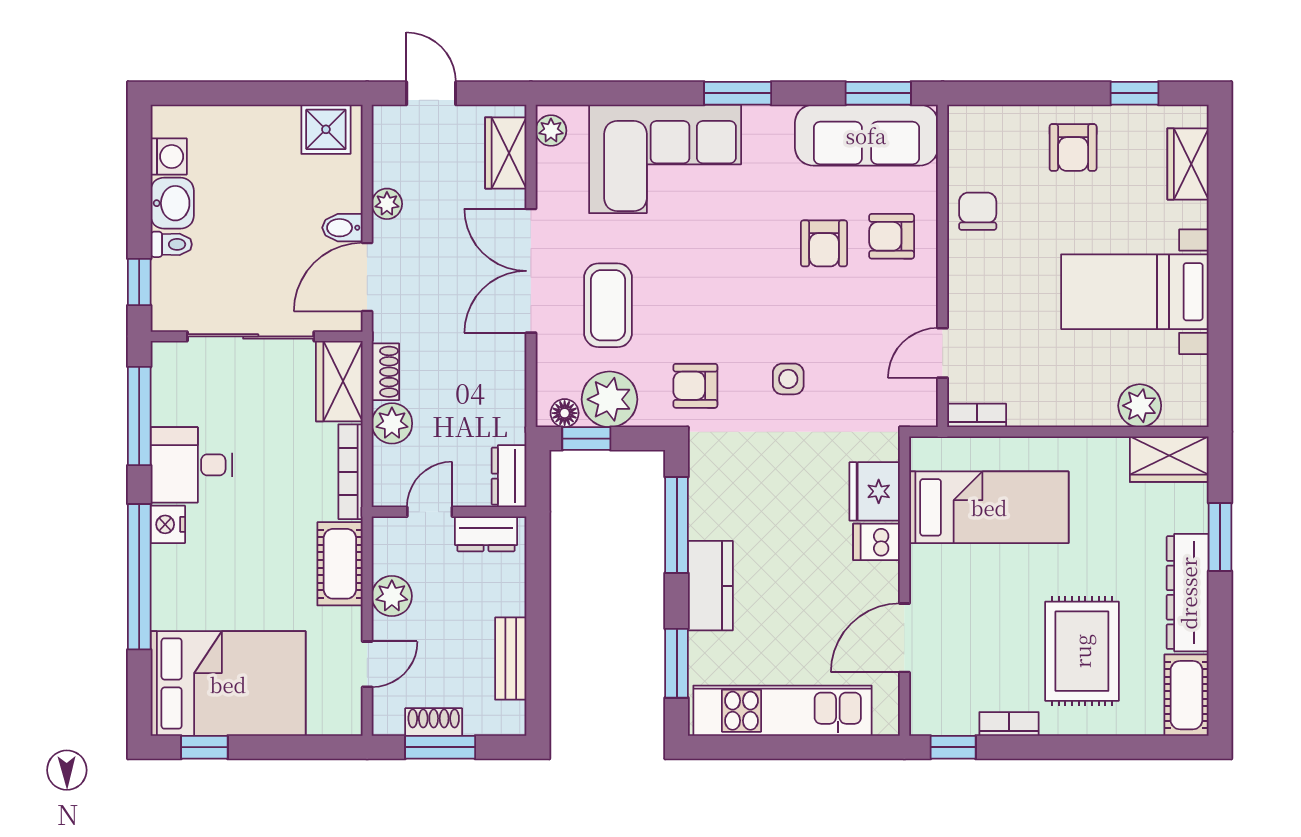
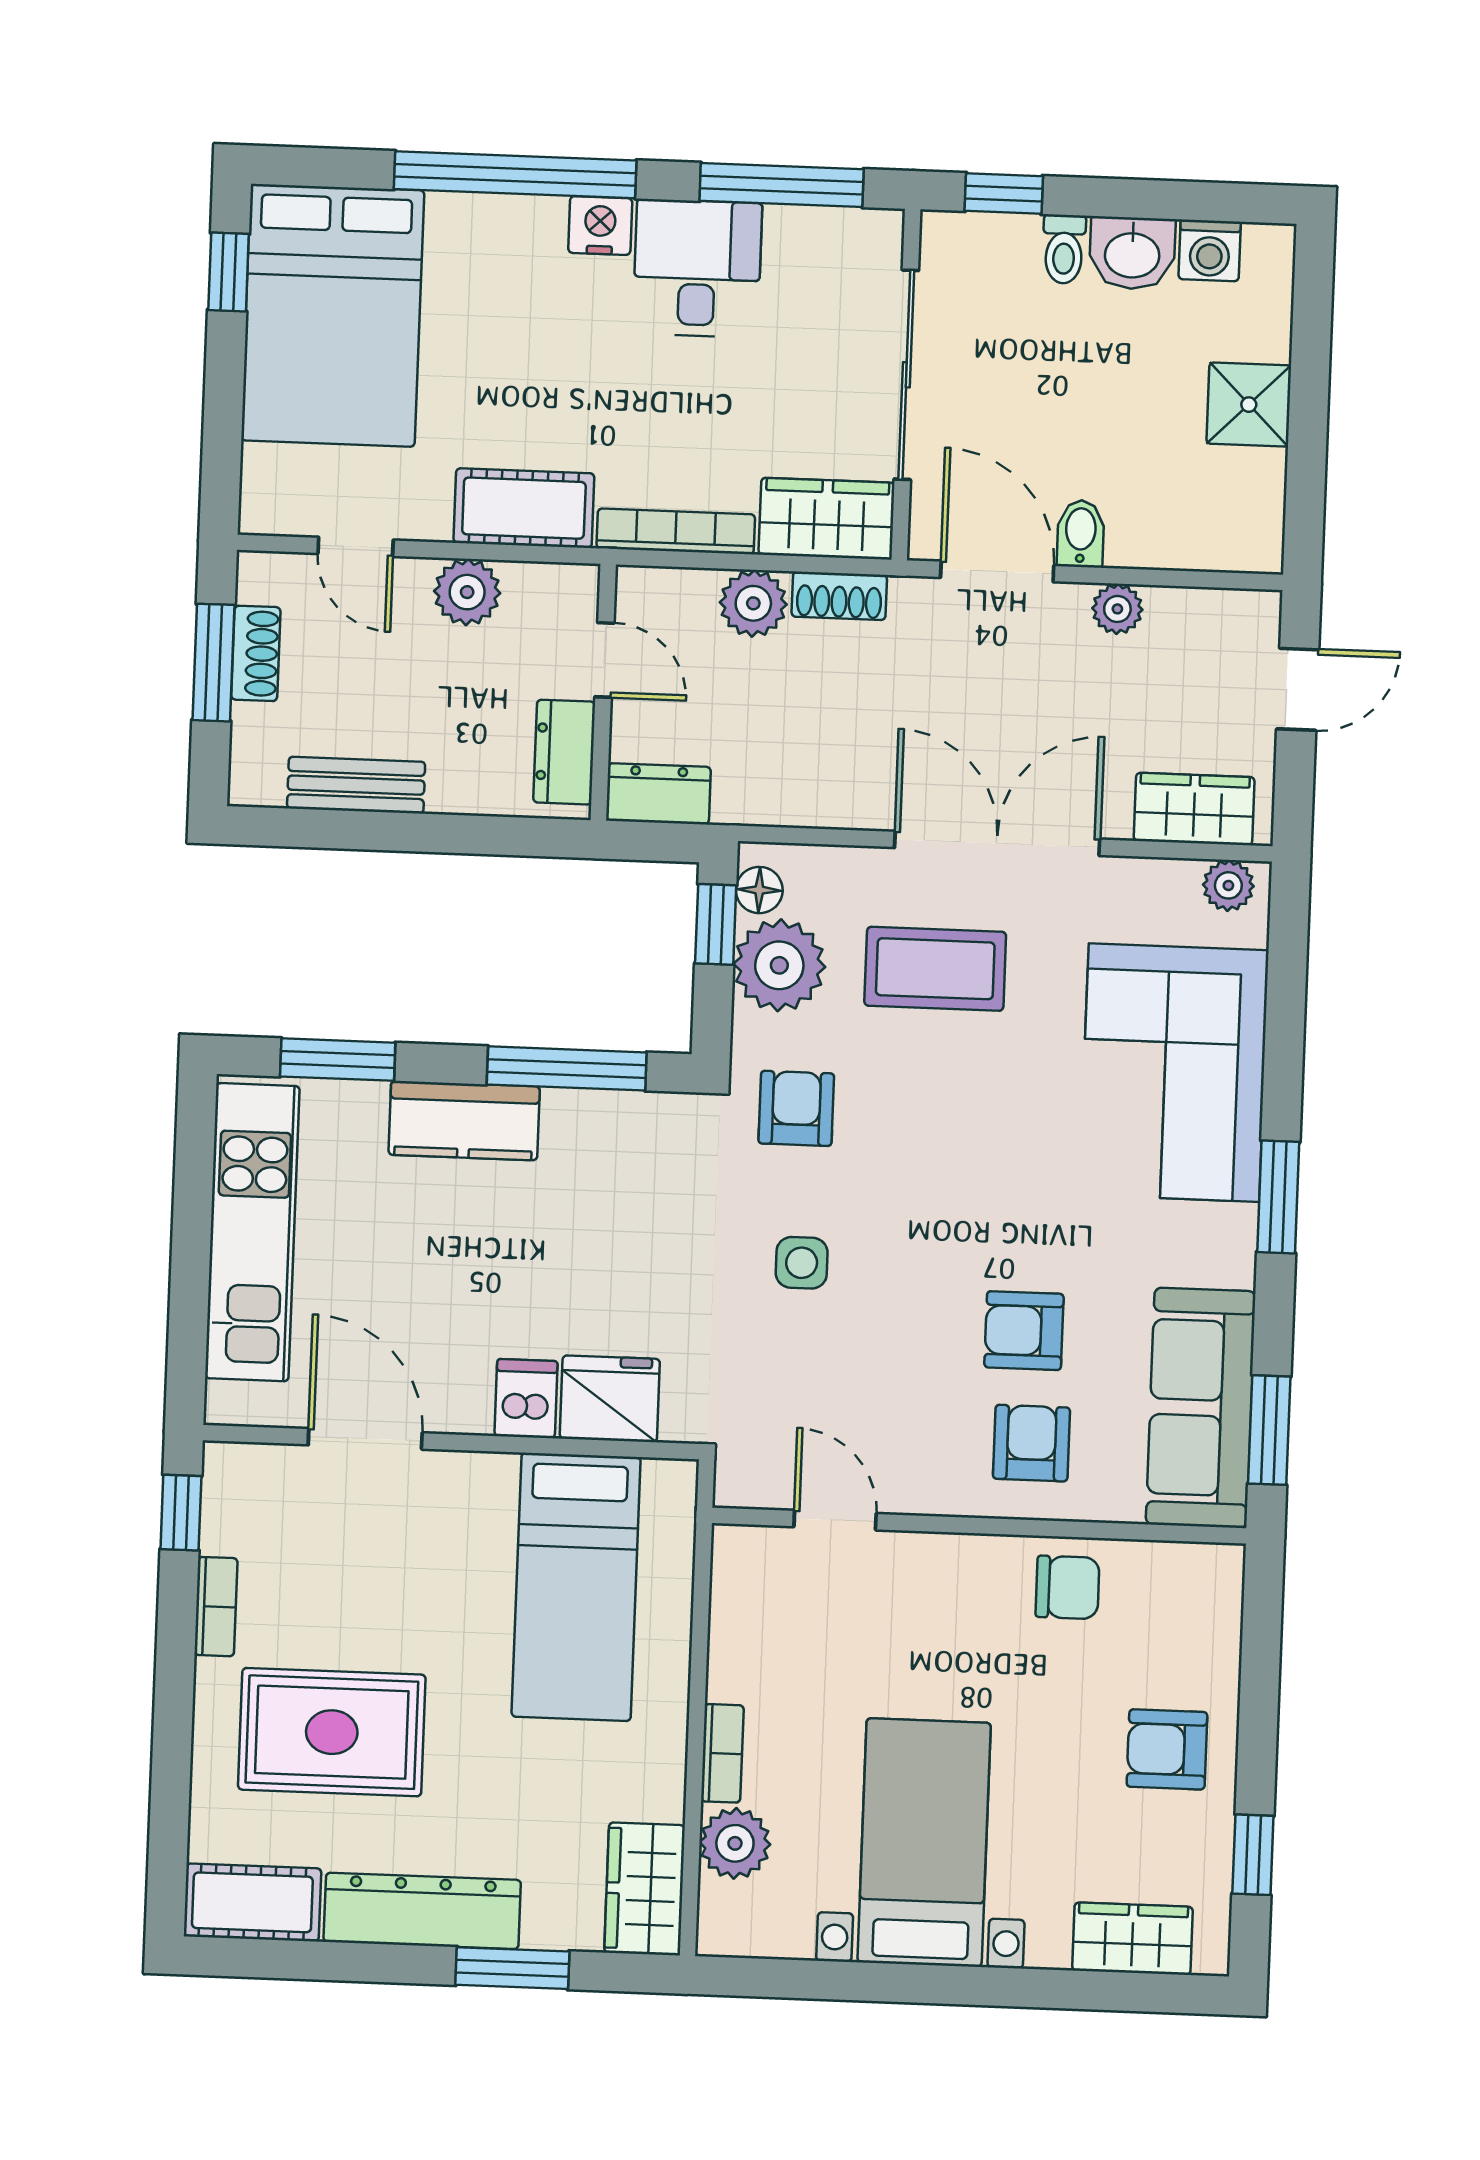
shower: (326, 129) -> (1249, 405), moved
bookcase: (977, 415) -> (722, 1753), moved

